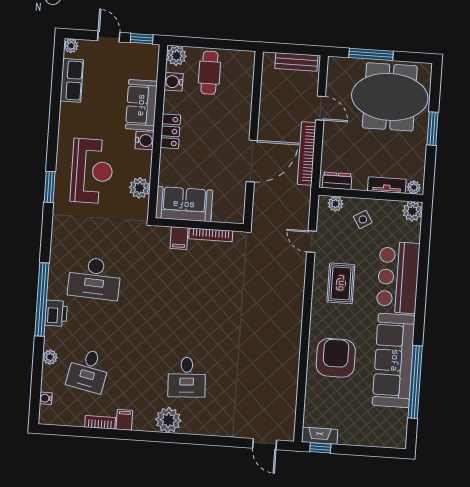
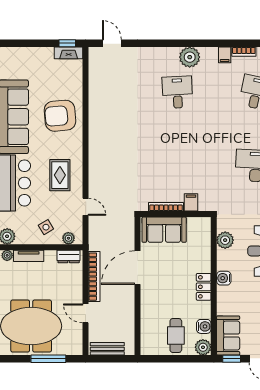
sofa: (141, 105) -> (228, 336), moved
sofa: (184, 204) -> (164, 230), moved
armchair: (336, 358) -> (60, 116), turned 85

